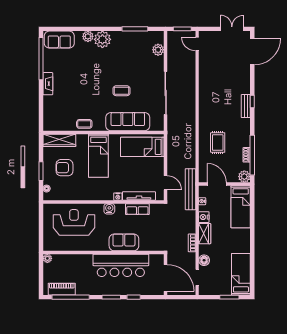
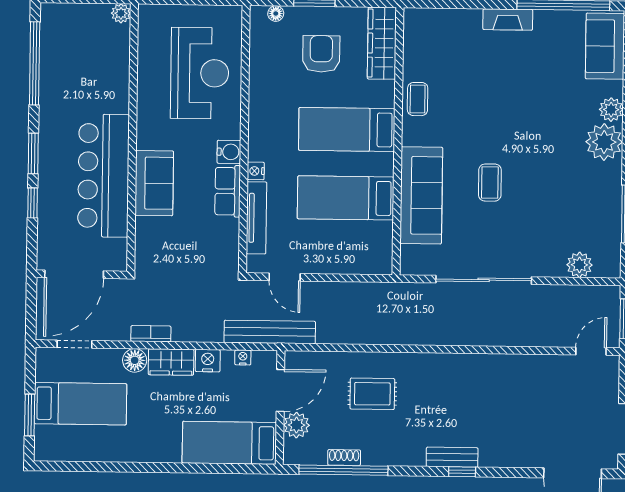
bed: (142, 147) -> (346, 198), moved, turned -90
plant: (244, 177) -> (296, 425), moved
door: (166, 183) -> (285, 277), hinge flipped
row of seats: (137, 209) -> (228, 191), moved
floor lamp: (204, 260) -> (135, 360), moved
bed: (241, 274) -> (80, 404), moved
piano: (62, 289) -> (53, 44), removed

